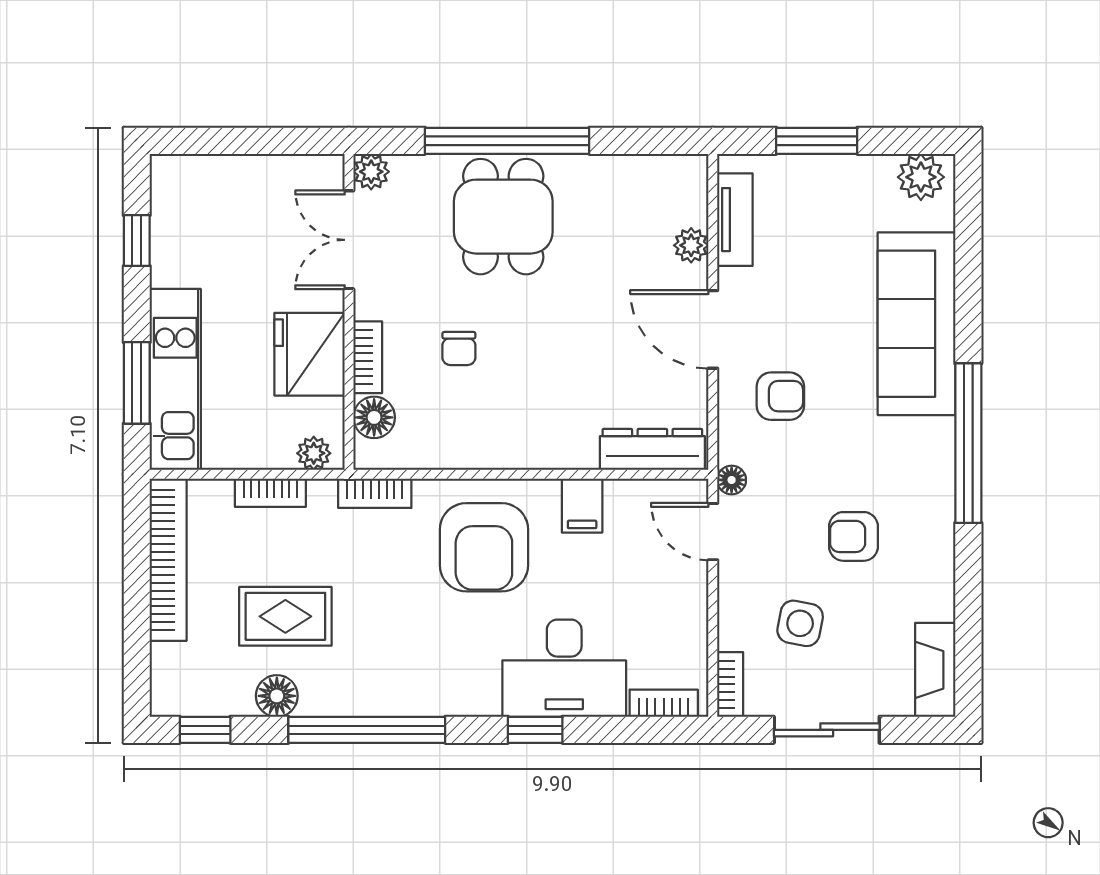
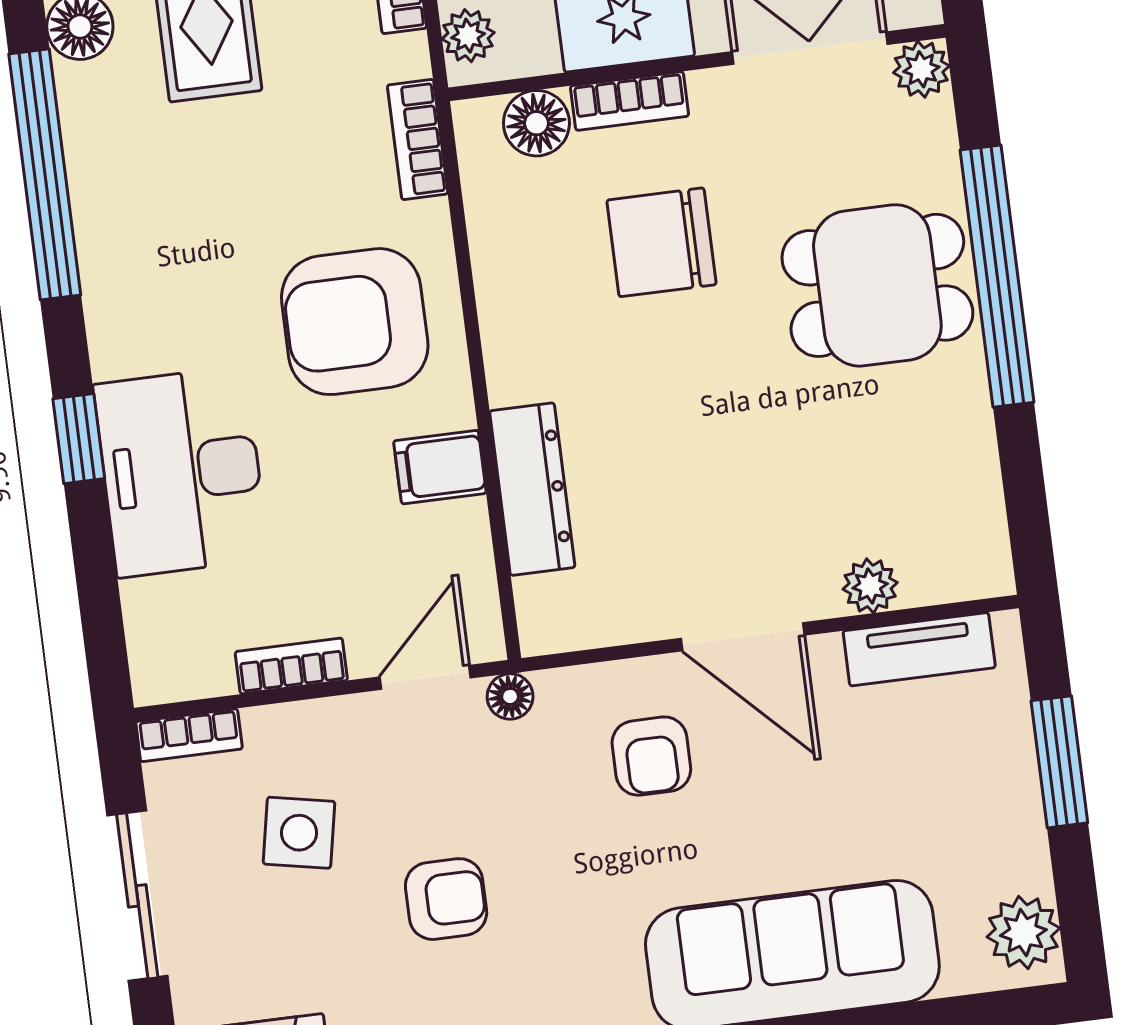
door: (713, 329) -> (743, 637), swing flipped
chair: (459, 349) -> (662, 242), width x1.87, depth x1.87
dresser: (652, 449) -> (532, 489), moved
armchair: (853, 536) -> (446, 899), turned 90
bookcase: (664, 703) -> (291, 666), moved, turned -90

